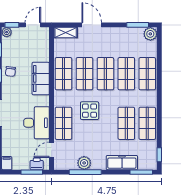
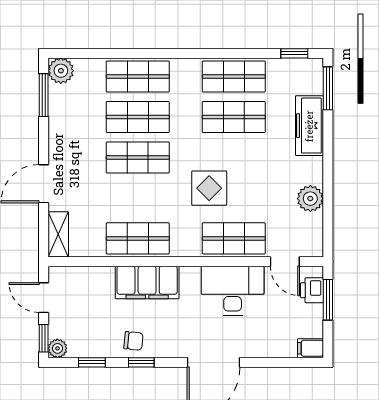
shop shelf: (84, 74) -> (138, 198), removed
window: (85, 172) -> (328, 196), removed

